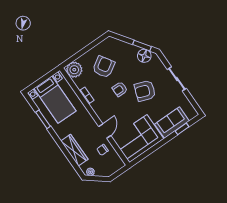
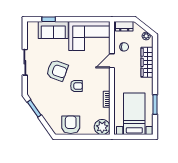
floor lamp: (144, 56) -> (38, 99), removed
armchair: (104, 67) -> (71, 125), moved, turned 122
dresser: (115, 167) -> (124, 26), added

